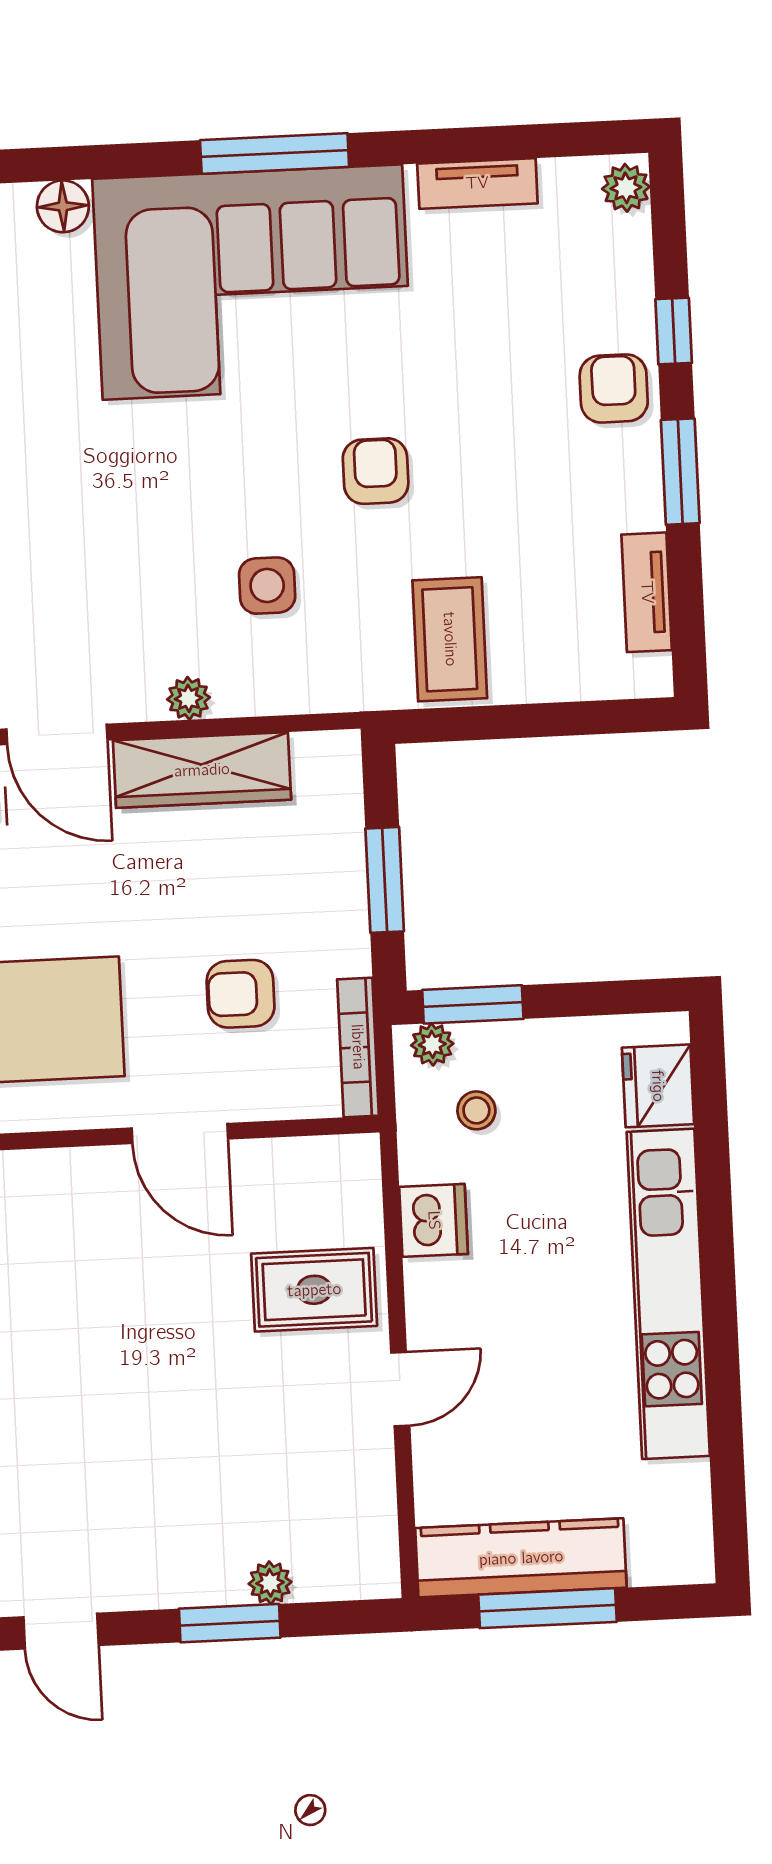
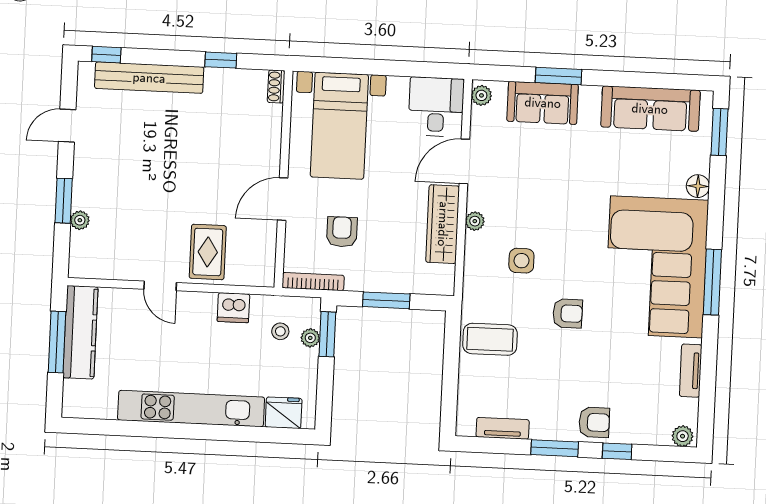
plant: (432, 1044) -> (310, 338), moved

